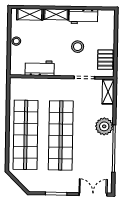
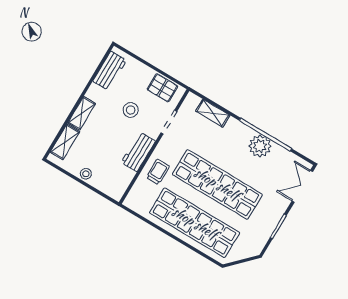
workbench: (83, 17) -> (110, 71), moved
workbench: (40, 68) -> (138, 152), moved
trolley: (46, 90) -> (158, 172), added
shelving: (108, 92) -> (213, 113), moved
plant: (104, 126) -> (260, 146), moved

